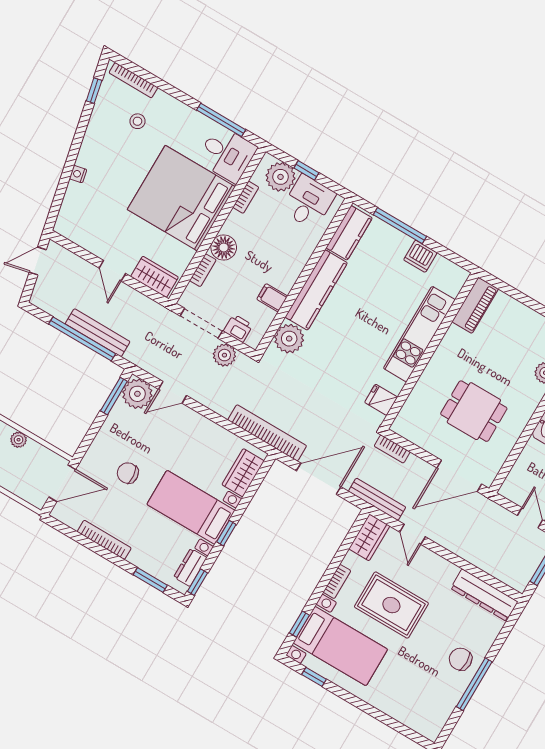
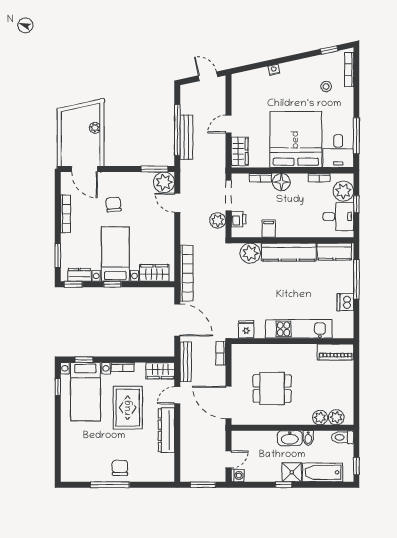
dining table: (474, 411) -> (272, 388), turned 90
dresser: (484, 595) -> (166, 430), moved

